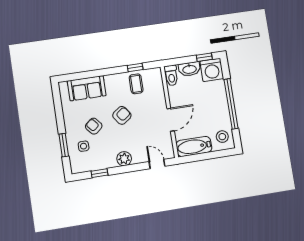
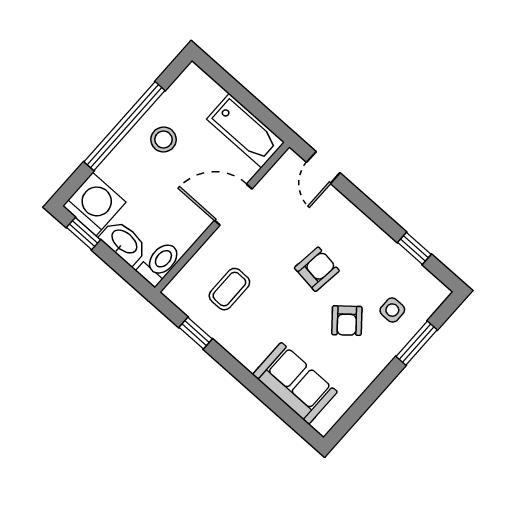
coffee table: (136, 84) -> (229, 289), moved
armchair: (122, 115) -> (317, 269), moved, turned 134
stool: (222, 137) -> (164, 140), moved
plant: (124, 159) -> (359, 228), removed

